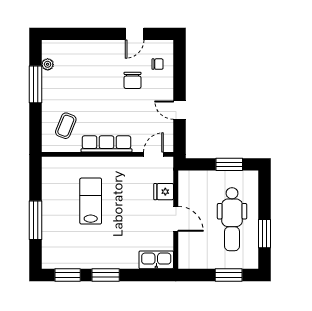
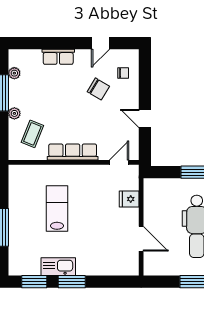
row of seats: (92, 48) -> (58, 57), added
chair: (132, 80) -> (98, 89), turned -59
plant: (48, 105) -> (14, 113), added
door: (176, 219) -> (141, 239), moved
kitchen sink: (156, 260) -> (58, 267), moved

